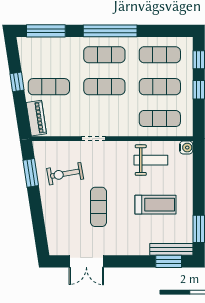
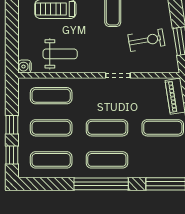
weight bench: (151, 160) -> (60, 54), turned 180

